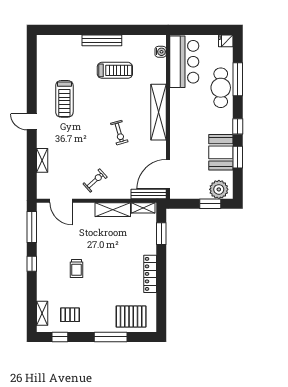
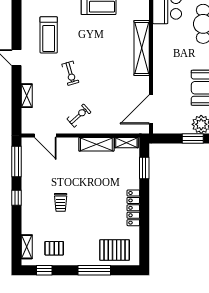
exercise bike: (119, 133) -> (70, 73), moved
bench: (149, 194) -> (132, 129), removed

